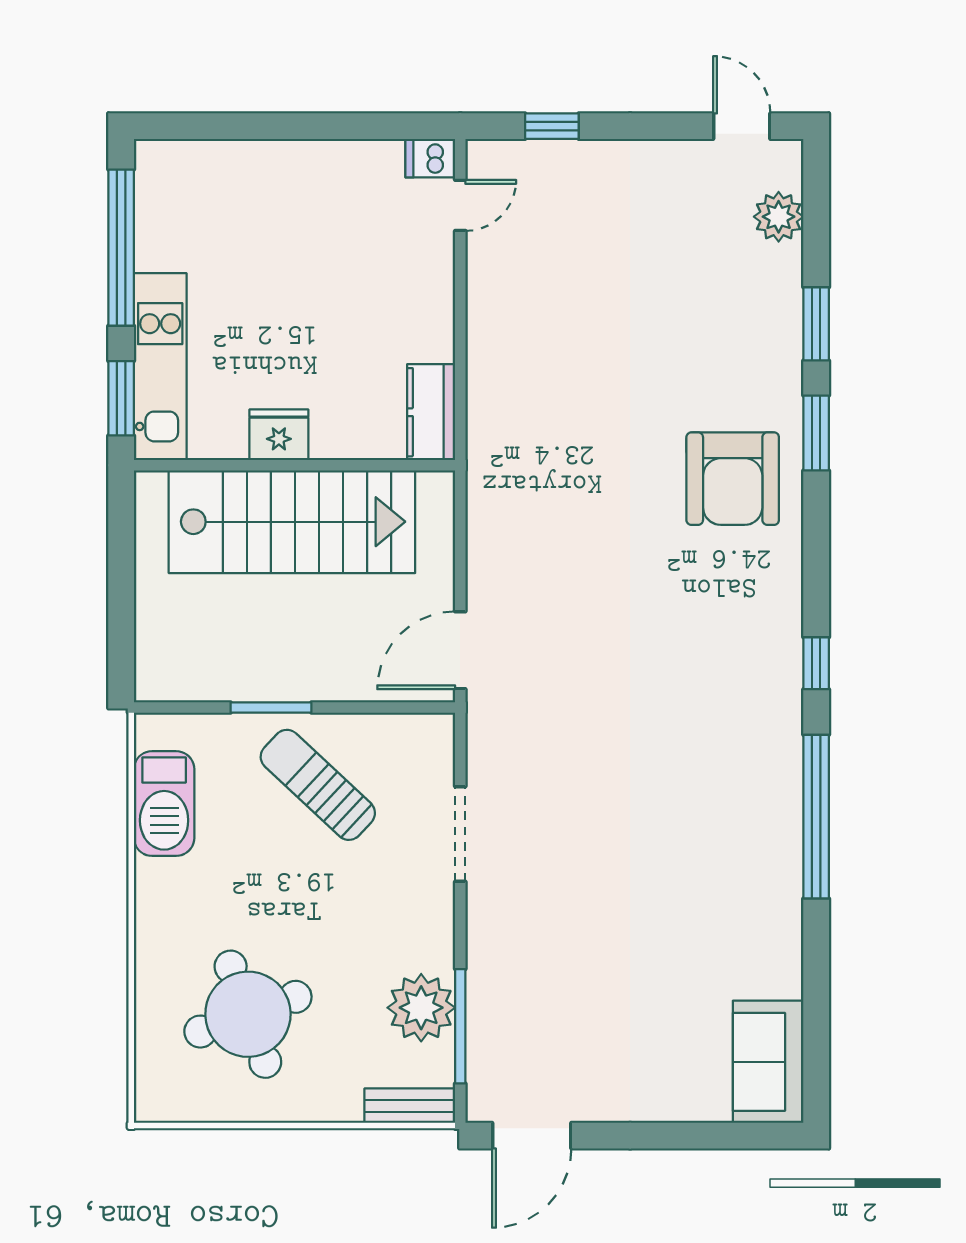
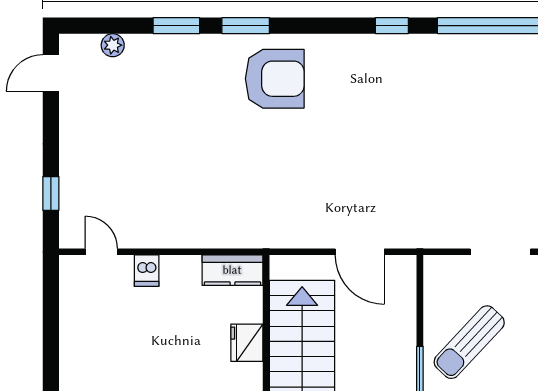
dishwasher: (430, 158) -> (147, 271), moved
plant: (779, 217) -> (113, 45), width x0.73, depth x0.73
fridge: (279, 435) -> (247, 343), moved
door: (460, 650) -> (360, 252), moved

